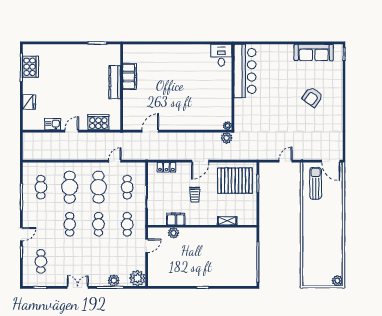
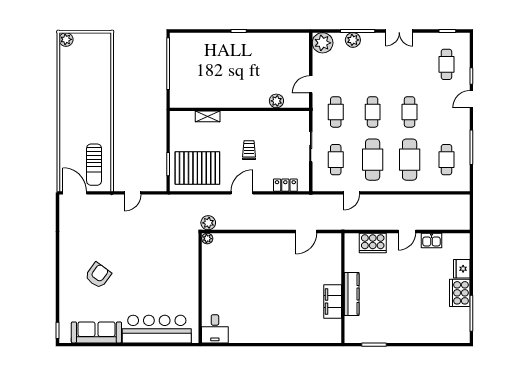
cooker: (30, 67) -> (460, 293), moved
bar counter: (245, 71) -> (157, 329), moved, turned 90
filing cabinet: (176, 219) -> (273, 119), removed

